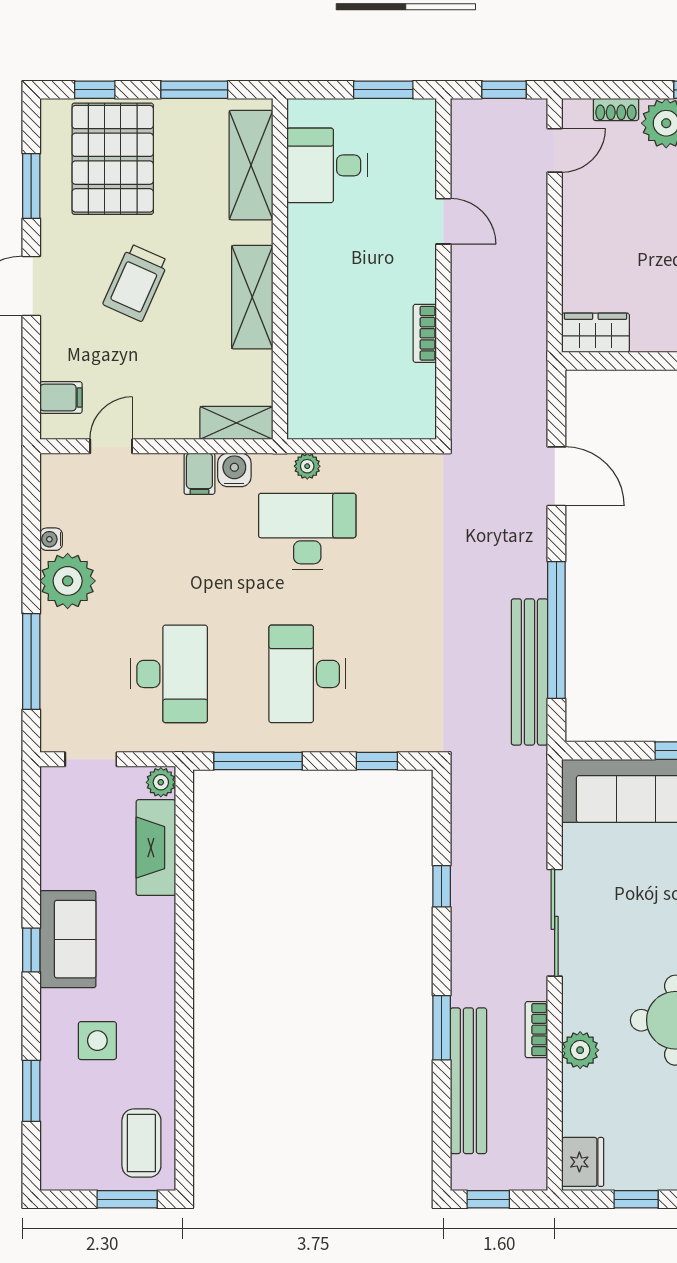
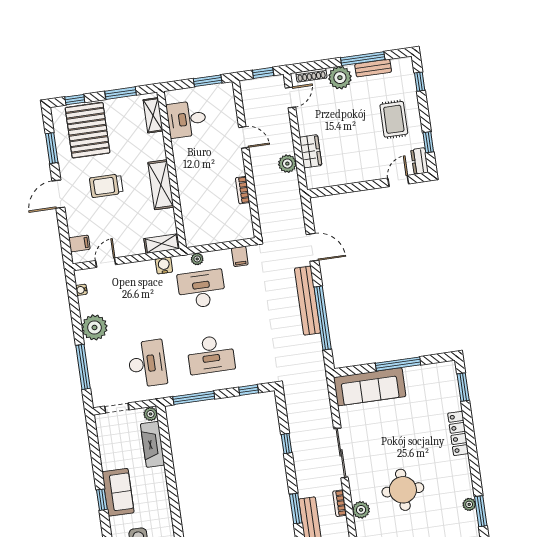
shoe rack: (616, 109) -> (311, 75), width x1.43
shelving: (251, 165) -> (153, 115), width x0.67, depth x0.75
trolley: (136, 283) -> (106, 186), turned 66
plant: (528, 290) -> (287, 164), added
wardrobe: (595, 333) -> (311, 151), moved, turned 90
filing cabinet: (199, 474) -> (240, 256), moved
water cooler: (51, 539) -> (81, 290), moved
bench: (529, 672) -> (307, 301), moved
desk: (307, 674) -> (211, 355), turned -90

